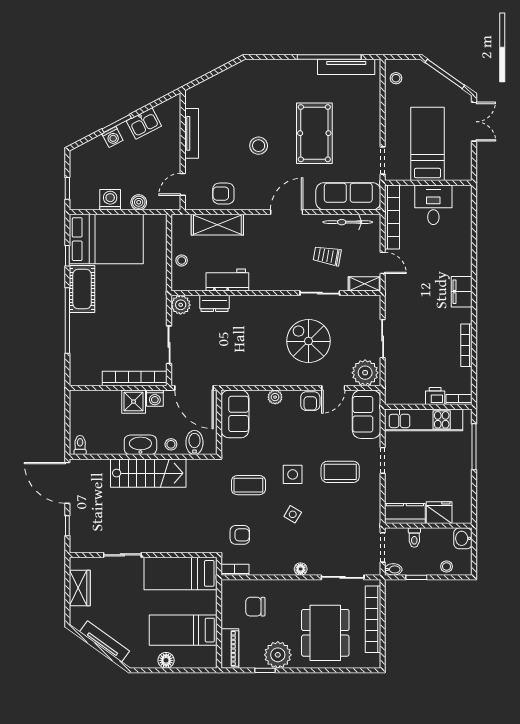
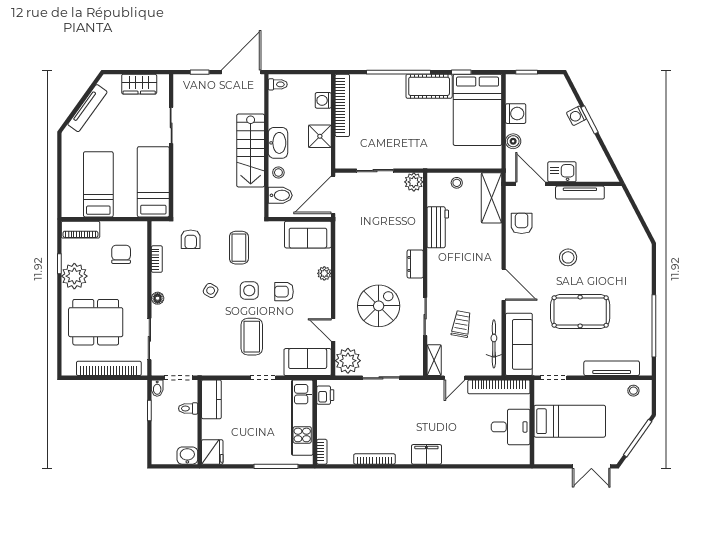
tv unit: (346, 67) -> (612, 368), moved, turned 90
kitchen sink: (144, 123) -> (562, 172), moved, turned 118
door: (183, 184) -> (530, 184), width x1.38
shelving: (217, 225) -> (492, 198), moved
dresser: (215, 303) -> (415, 264), moved
bookcase: (135, 378) -> (342, 105), moved
printer: (435, 396) -> (325, 395), moved
washing machine: (155, 398) -> (323, 100), moved
armchair: (310, 401) -> (284, 292), moved
fridge: (439, 513) -> (212, 452), moved
stool: (447, 567) -> (160, 440), removed
bookcase: (235, 570) -> (157, 259), moved
floor lamp: (166, 660) -> (69, 168), removed

